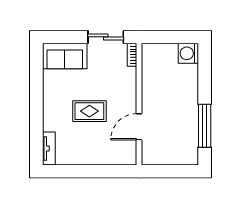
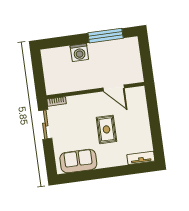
washing machine: (188, 53) -> (79, 52), moved
sofa: (65, 56) -> (78, 161), moved, turned -90

